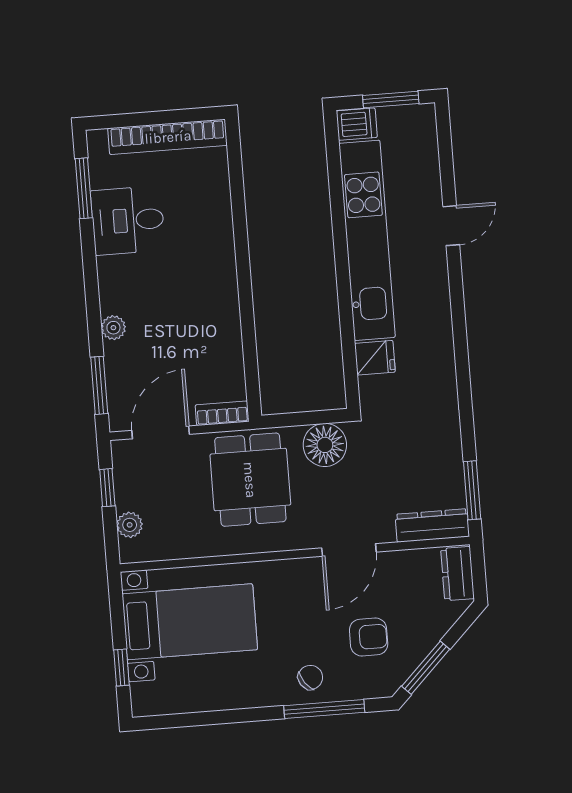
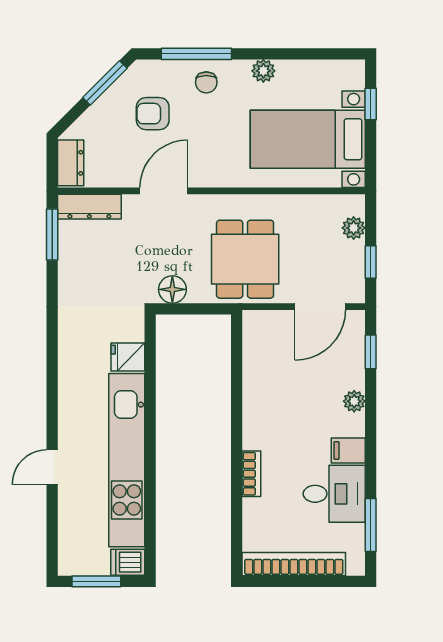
filing cabinet: (116, 271) -> (348, 450), added
window: (99, 385) -> (371, 352), width x0.67
bookcase: (222, 413) -> (251, 474), moved, turned -90
floor lamp: (325, 445) -> (172, 289), width x0.73, depth x0.73
chair: (310, 677) -> (206, 82), turned -55
plant: (246, 696) -> (263, 71), added

